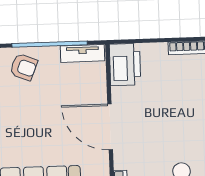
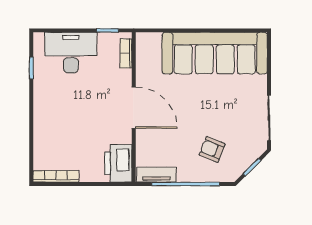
armchair: (24, 67) -> (212, 149), moved

